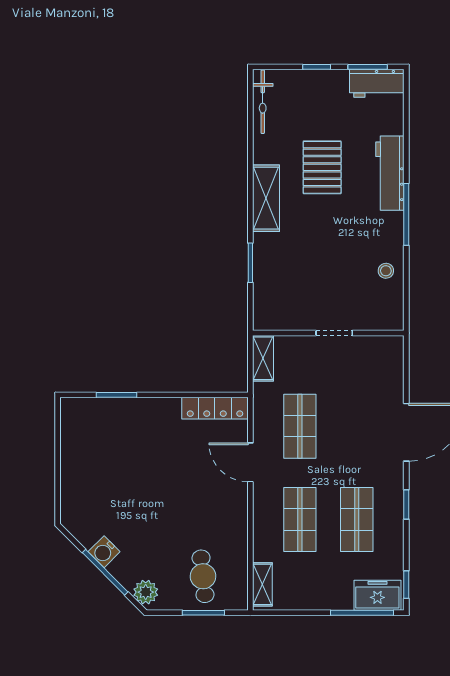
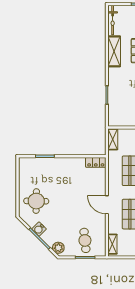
shelving: (266, 198) -> (114, 51), moved
locker: (215, 408) -> (96, 162), width x0.66
door: (250, 462) -> (107, 205), moved
round table: (98, 491) -> (36, 201), added

